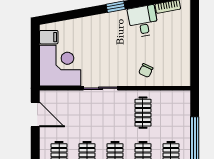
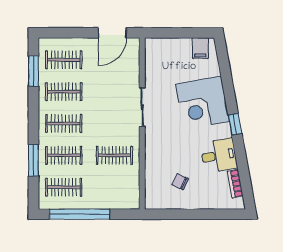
corner desk: (60, 66) -> (202, 103), moved, turned 80
chair: (146, 70) -> (180, 182), moved

